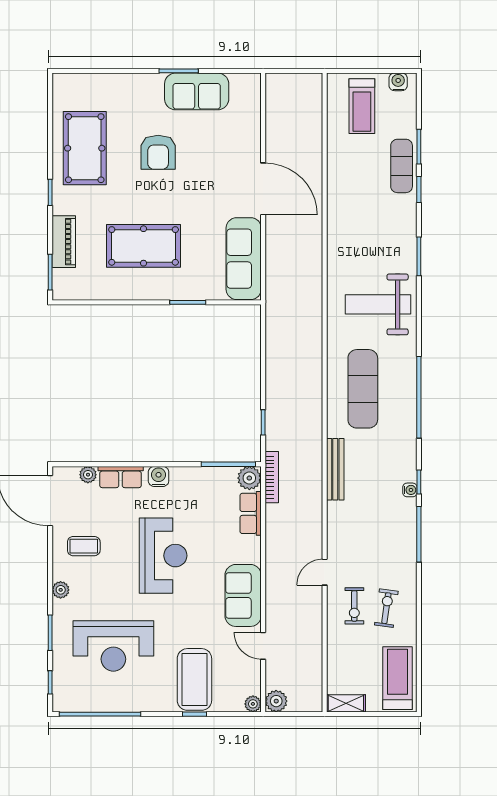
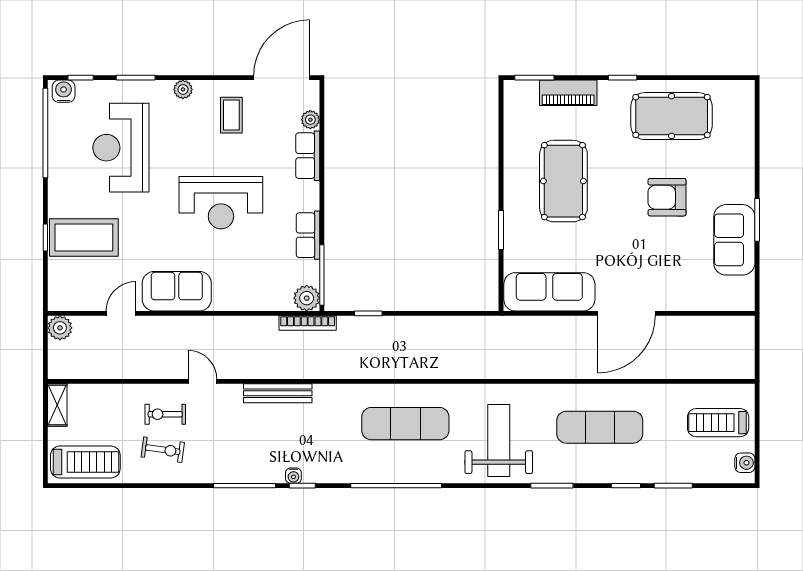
exercise mat: (402, 166) -> (600, 427), moved, width x1.36, depth x1.45
bench: (335, 469) -> (278, 393), moved
water cooler: (159, 476) -> (64, 91), moved, turned -90
row of seats: (251, 513) -> (308, 235), moved, turned -90
plant: (253, 704) -> (57, 302), removed

